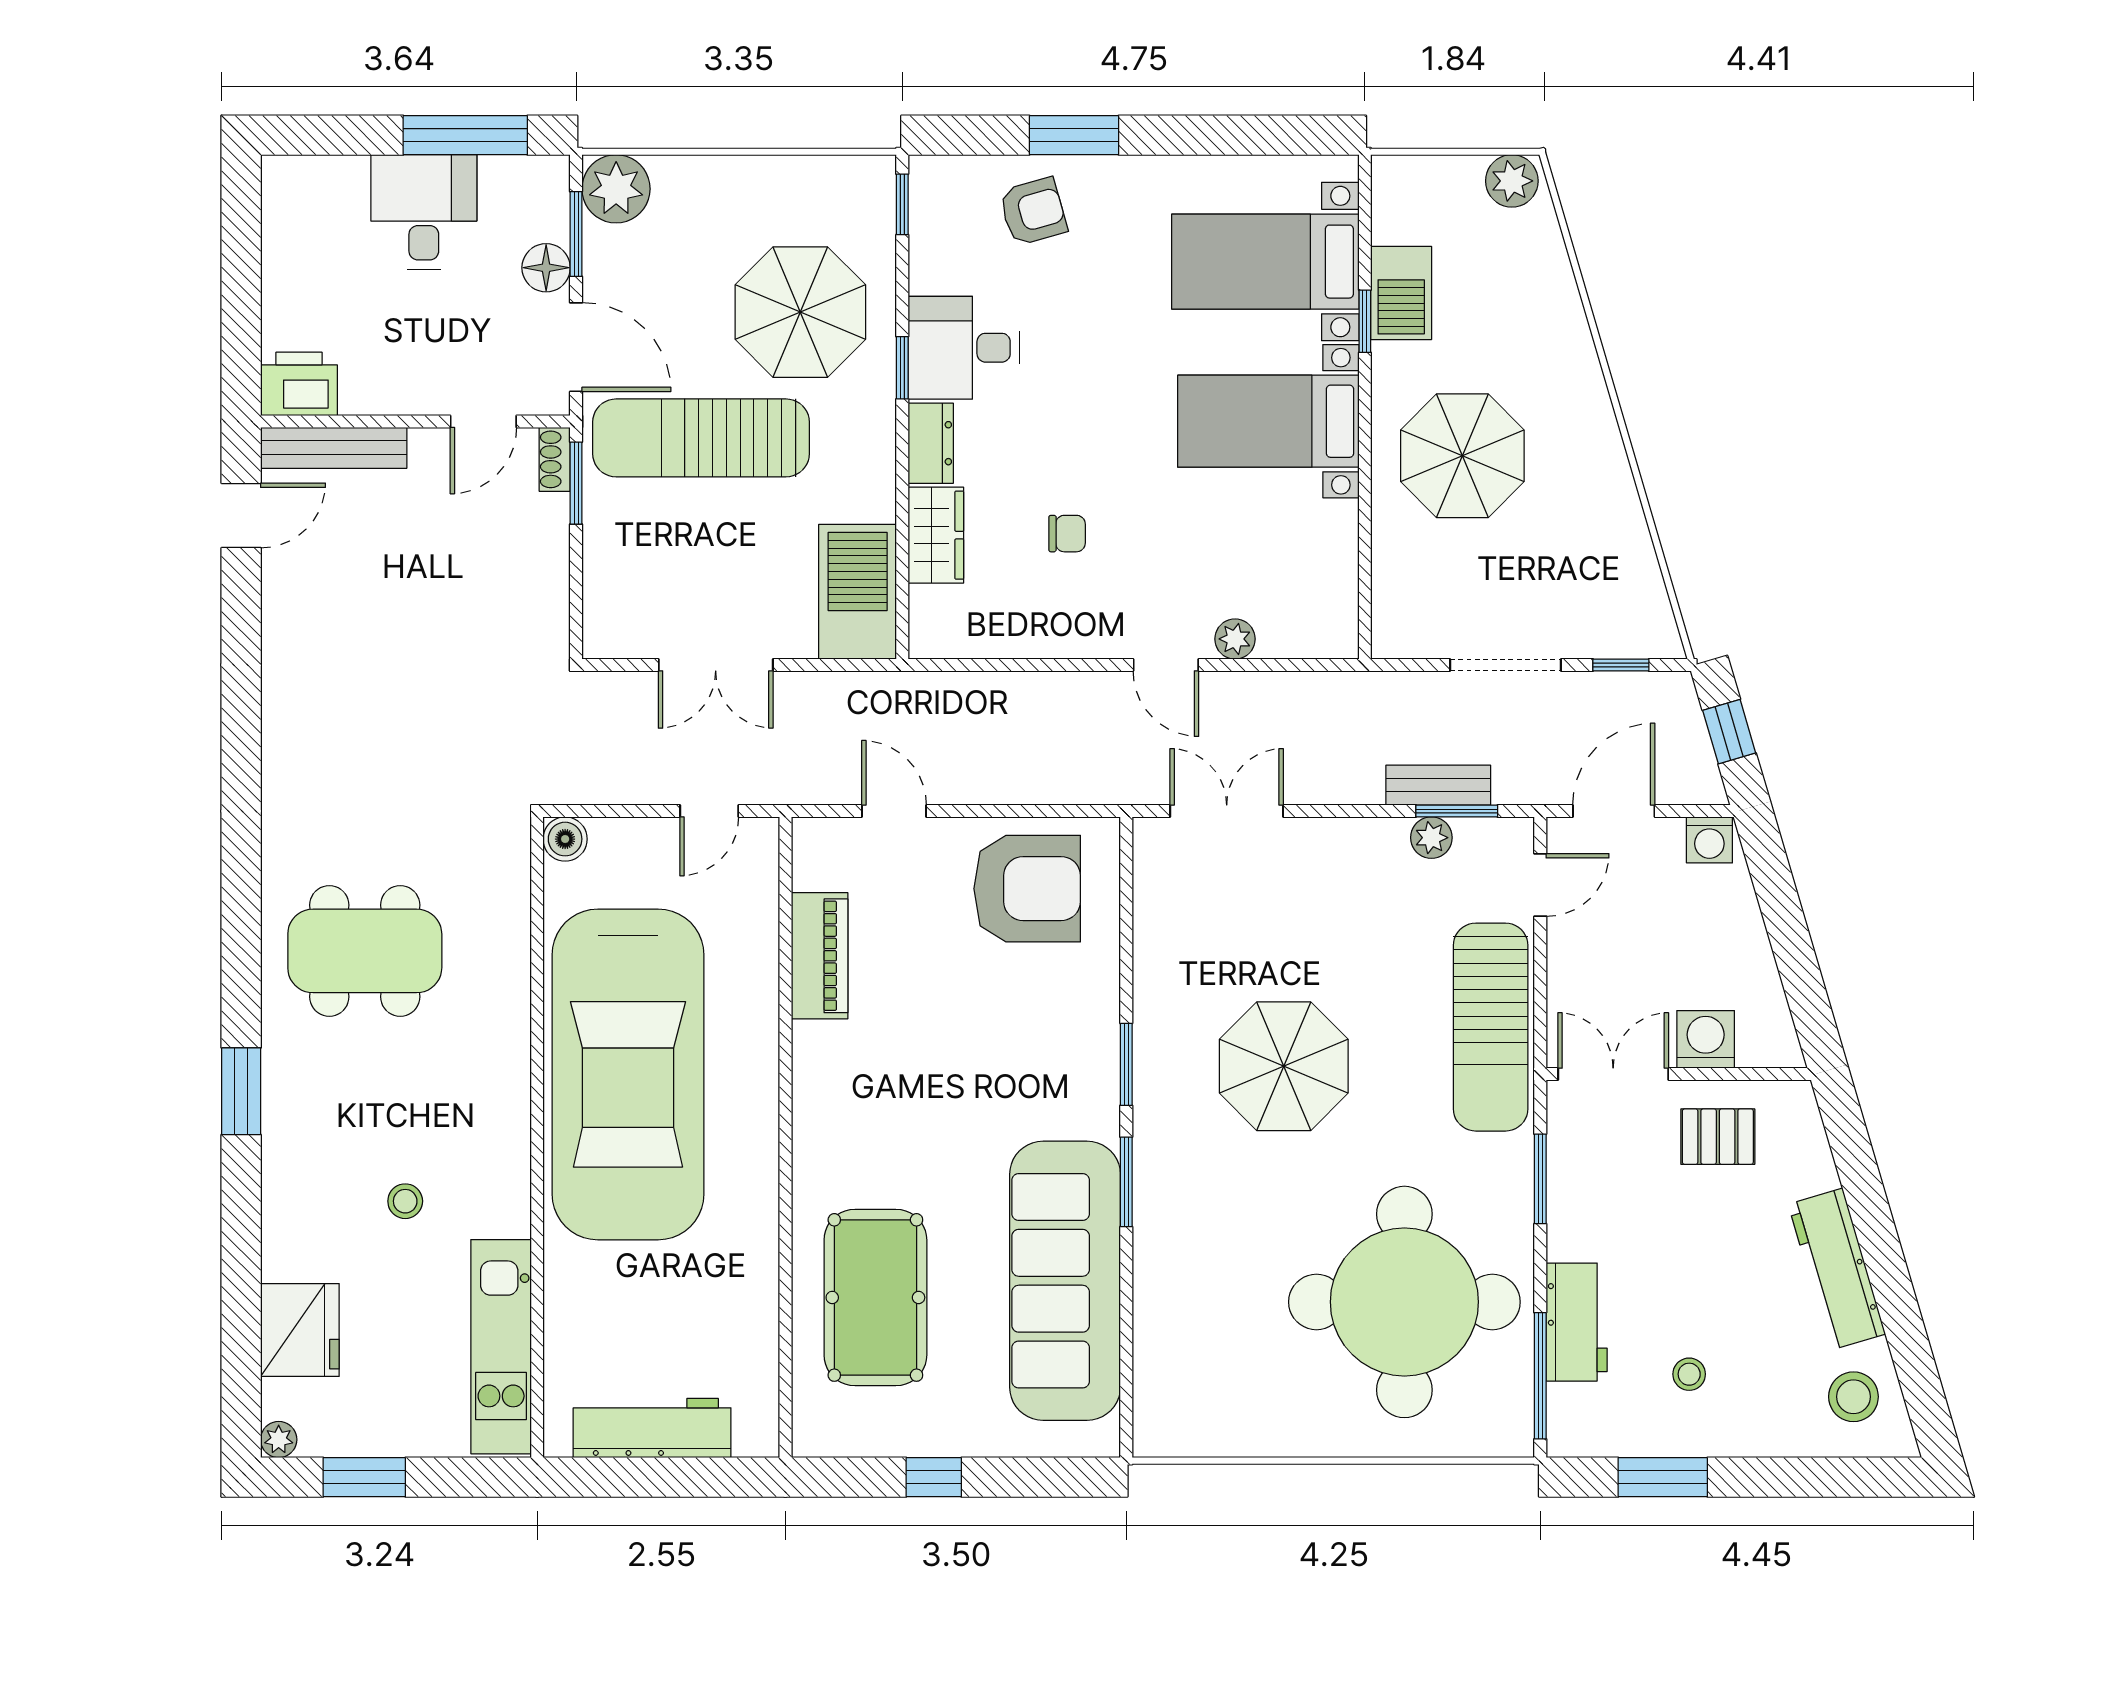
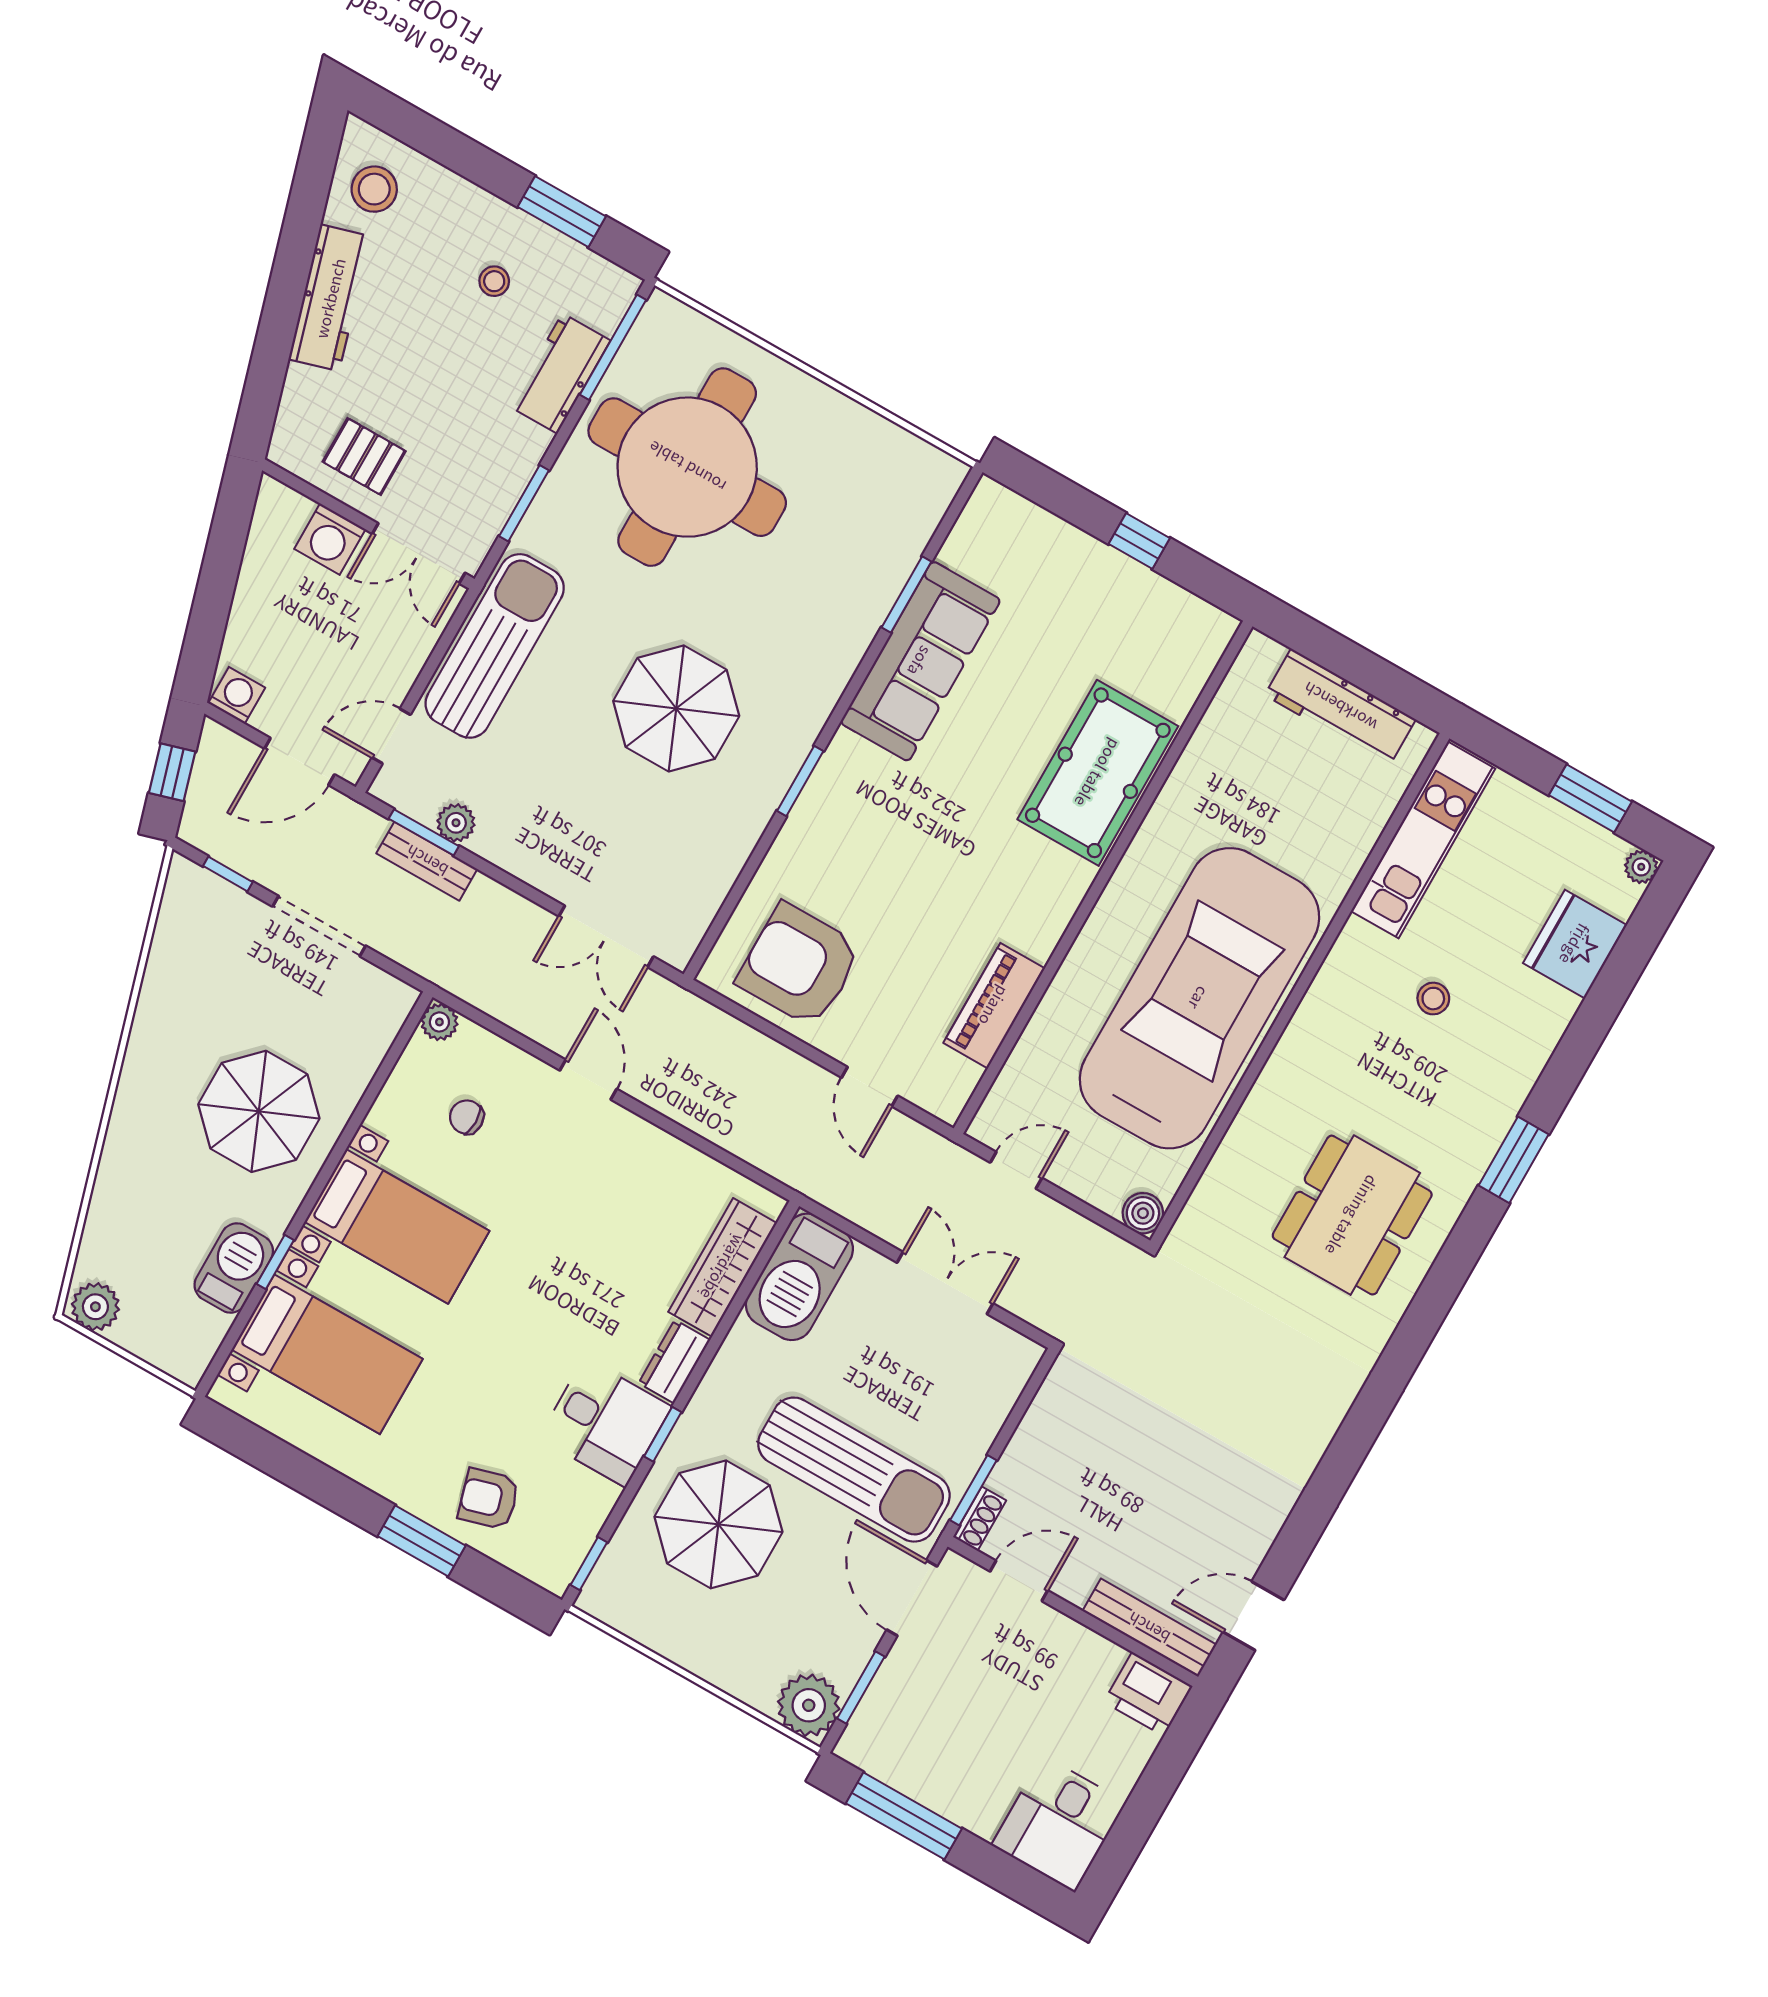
desk: (424, 212) -> (1059, 1824), moved
floor lamp: (546, 268) -> (900, 1674), removed
chair: (1067, 534) -> (467, 1117), moved
wardrobe: (936, 535) -> (723, 1267), width x1.50
plant: (1235, 639) -> (439, 1022), moved
dining table: (365, 951) -> (1352, 1215), turned 90
window: (1126, 1182) -> (907, 595), moved
sofa: (1065, 1281) -> (920, 661), width x0.74, depth x0.79
pool table: (875, 1297) -> (1098, 773), moved

